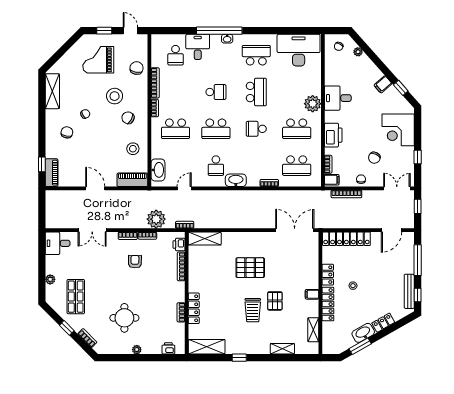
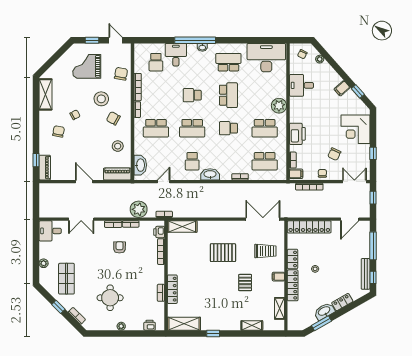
school desk: (216, 92) -> (192, 95), turned 180
desk: (338, 98) -> (301, 85), moved
trolley: (253, 310) -> (265, 251), moved, turned -90

